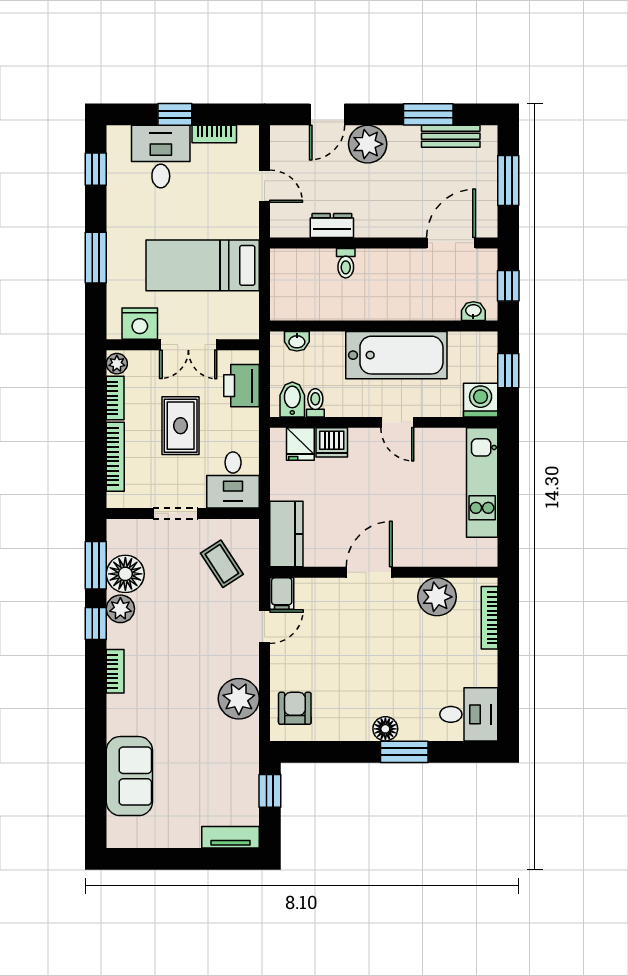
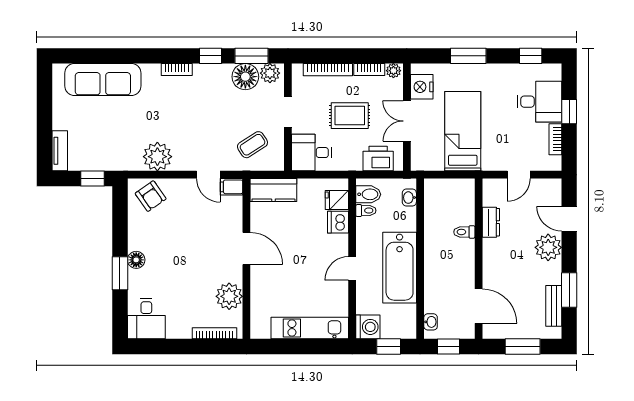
plant: (120, 609) -> (270, 73), moved
armchair: (295, 708) -> (151, 196), turned 55
sofa: (129, 776) -> (103, 79), width x1.36

